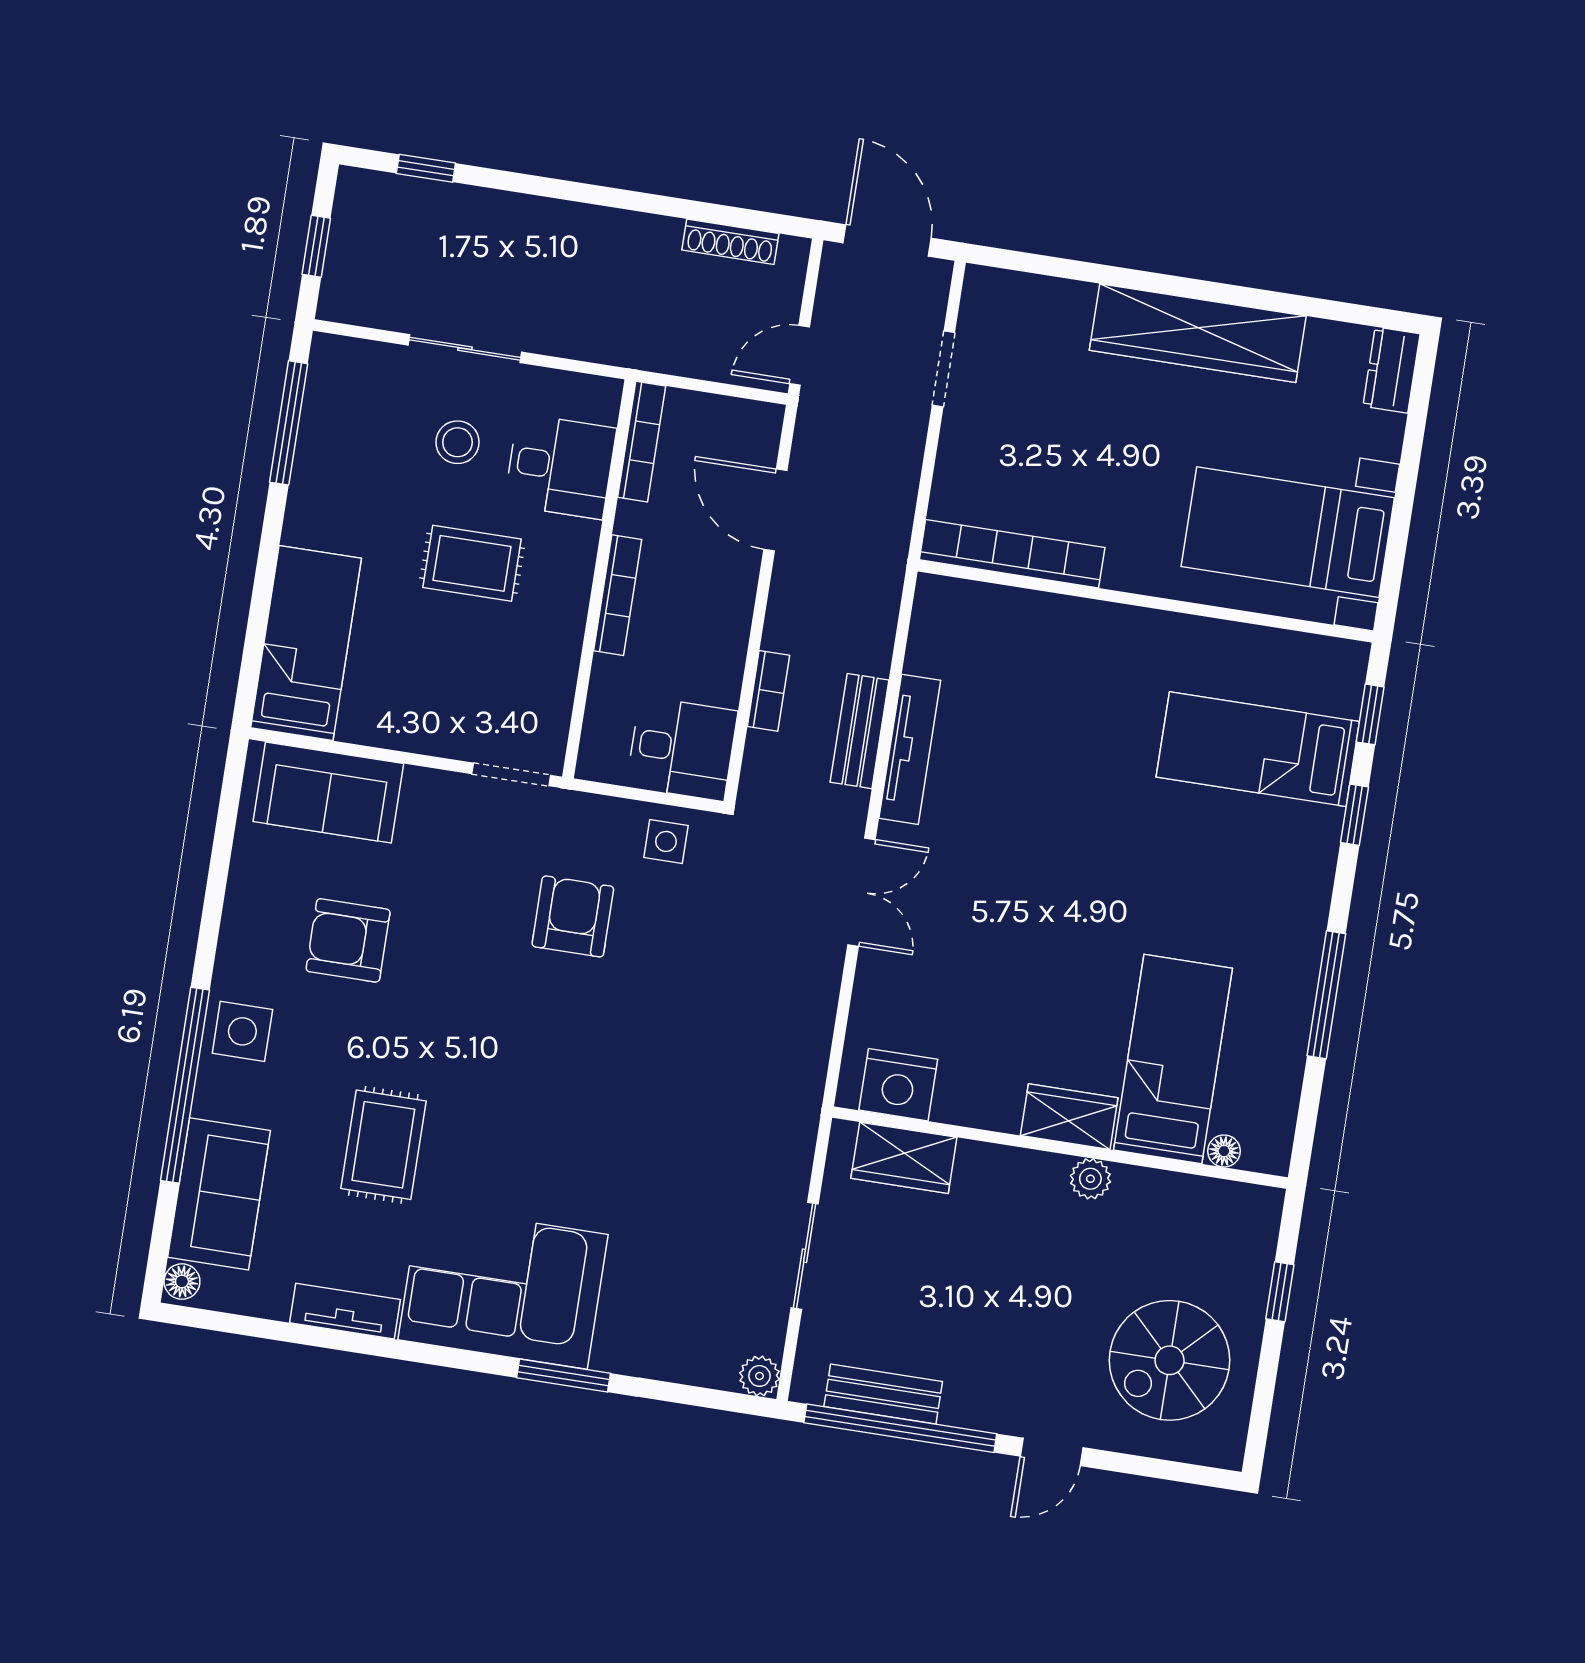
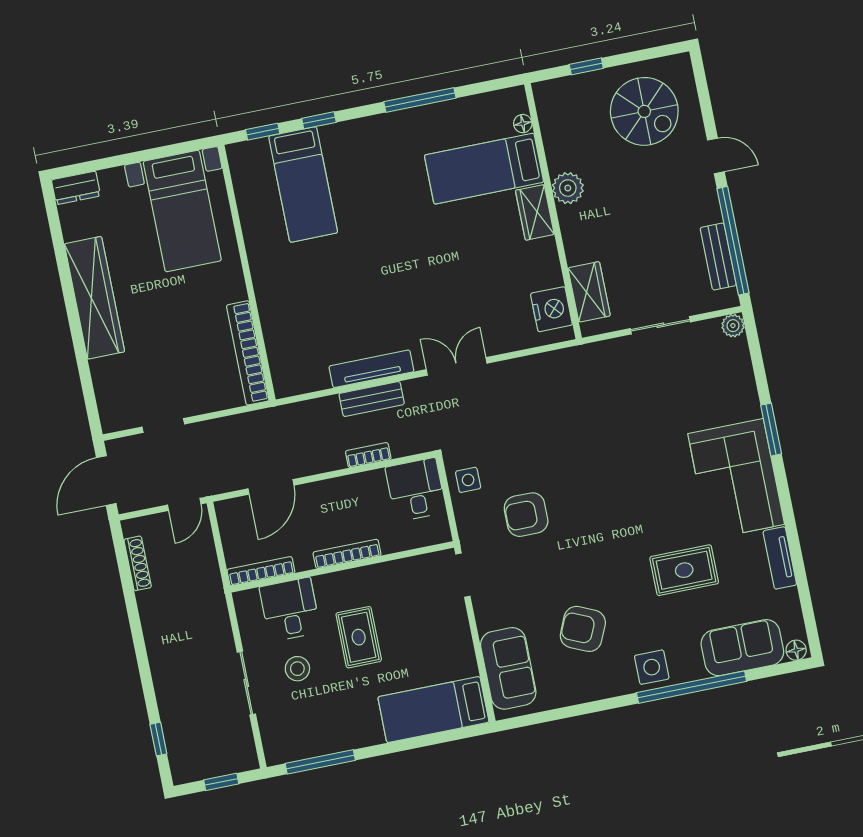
door: (800, 355) -> (184, 504), hinge flipped
armchair: (348, 940) -> (583, 629), turned 114
plant: (1090, 1179) -> (568, 188), width x1.38, depth x1.38

